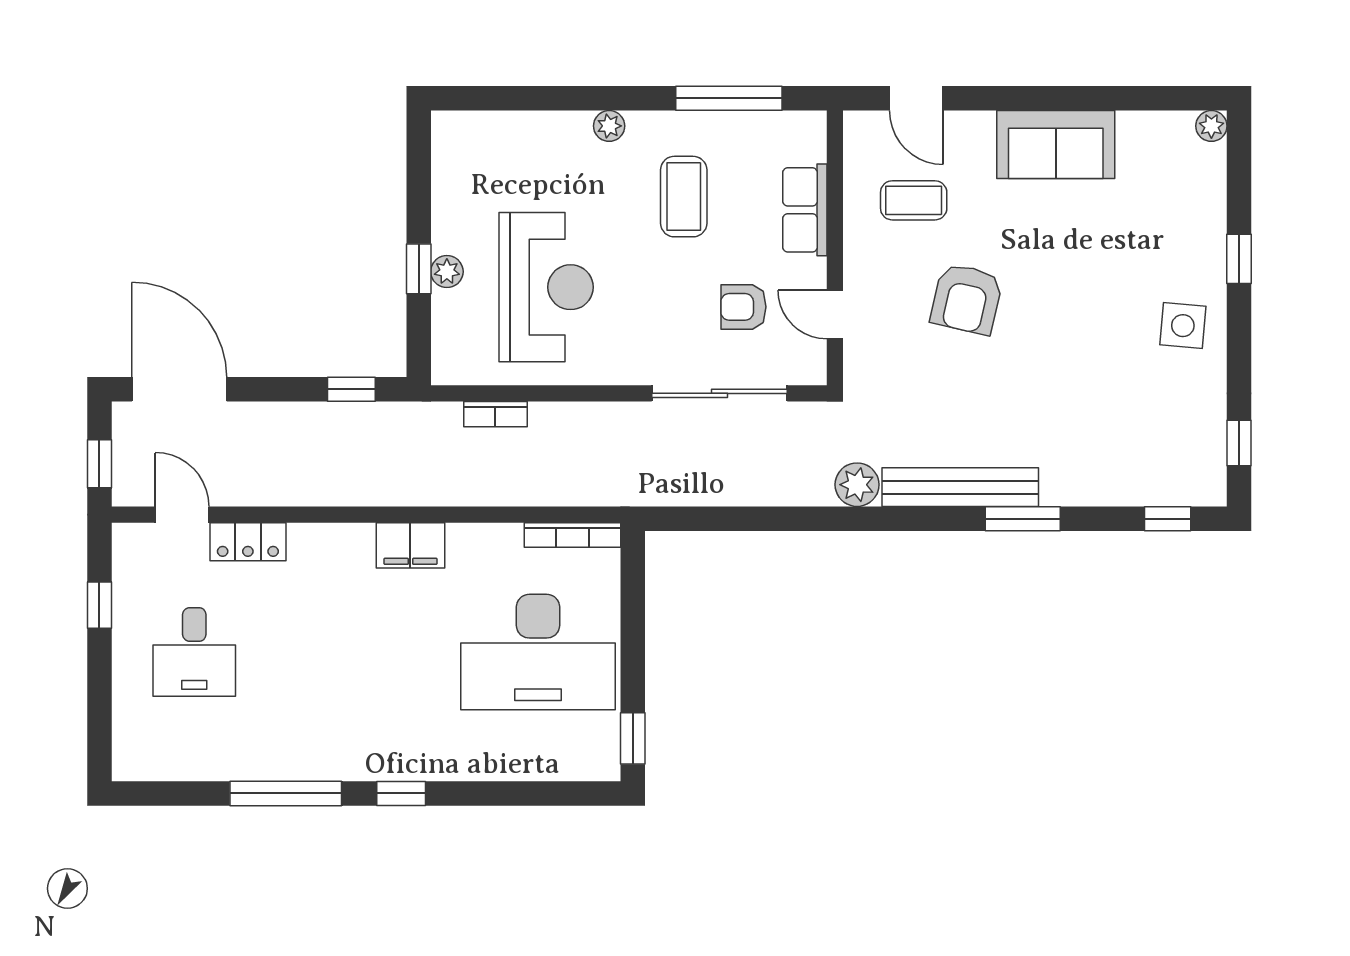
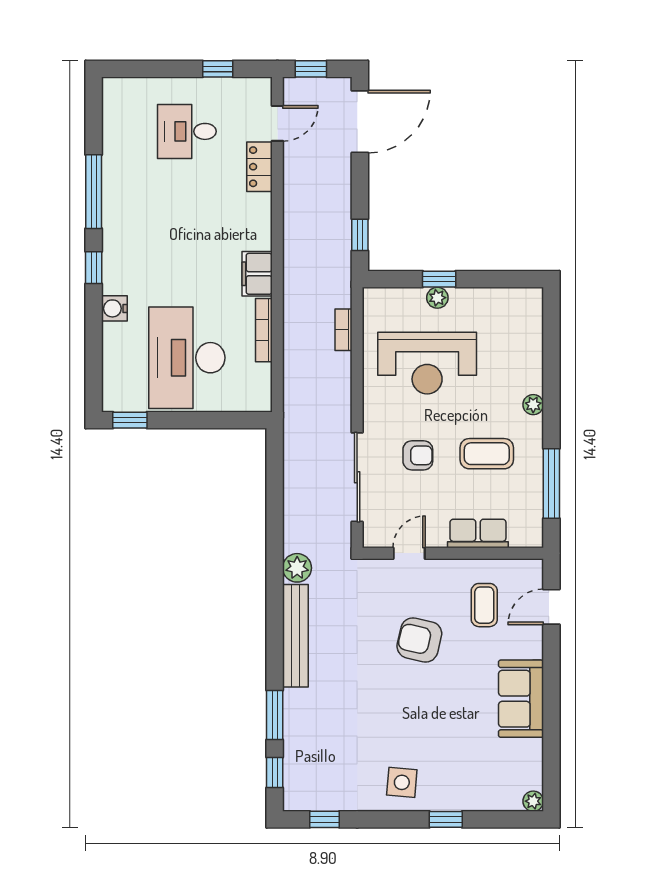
armchair: (743, 307) -> (418, 455), moved, turned 90
window: (1023, 519) -> (275, 715), moved
bookcase: (573, 535) -> (264, 330), moved
water cooler: (463, 762) -> (114, 308), added

